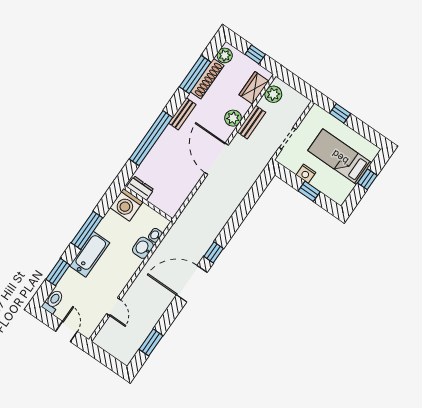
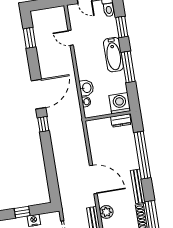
bench: (182, 114) -> (138, 186), width x1.36

